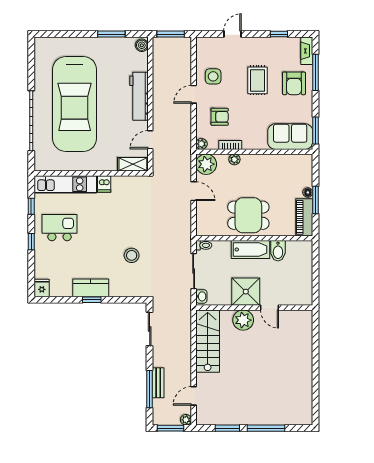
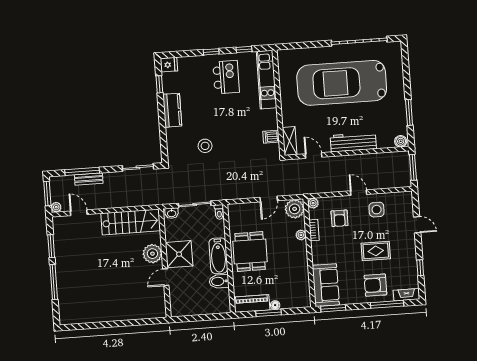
garage door: (31, 121) -> (359, 41), moved
dishwasher: (104, 184) -> (271, 137), moved
window: (92, 300) -> (159, 84), moved

